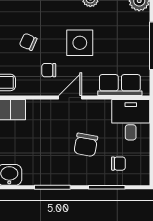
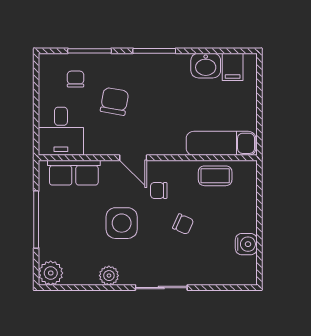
chair: (49, 70) -> (159, 190), turned 180
door: (70, 98) -> (133, 158), hinge flipped
chair: (118, 164) -> (75, 79), turned 90

